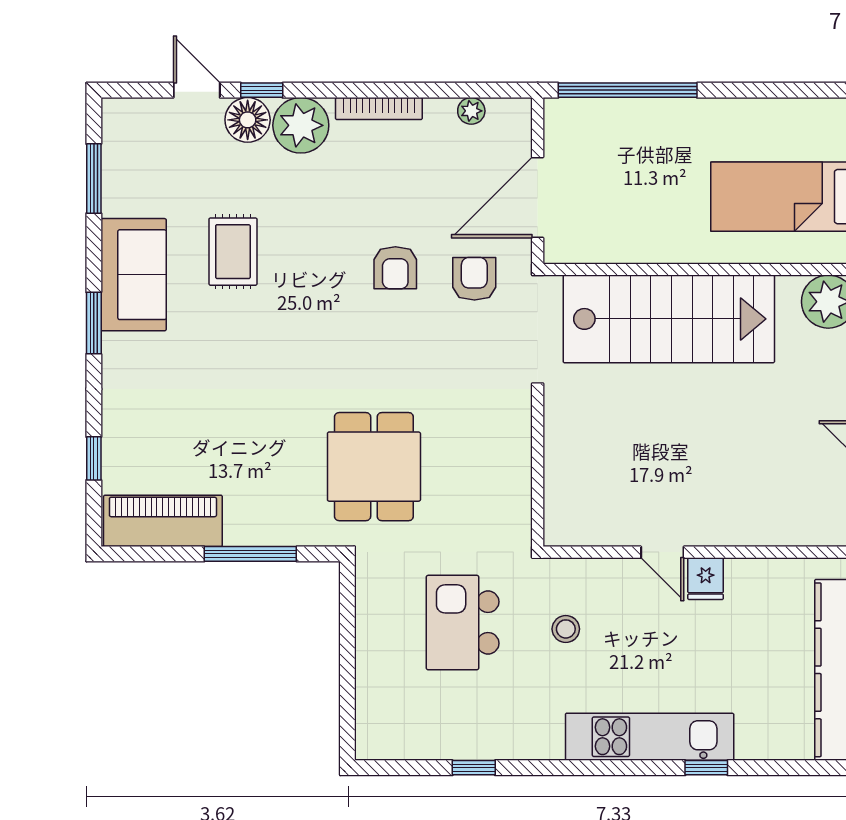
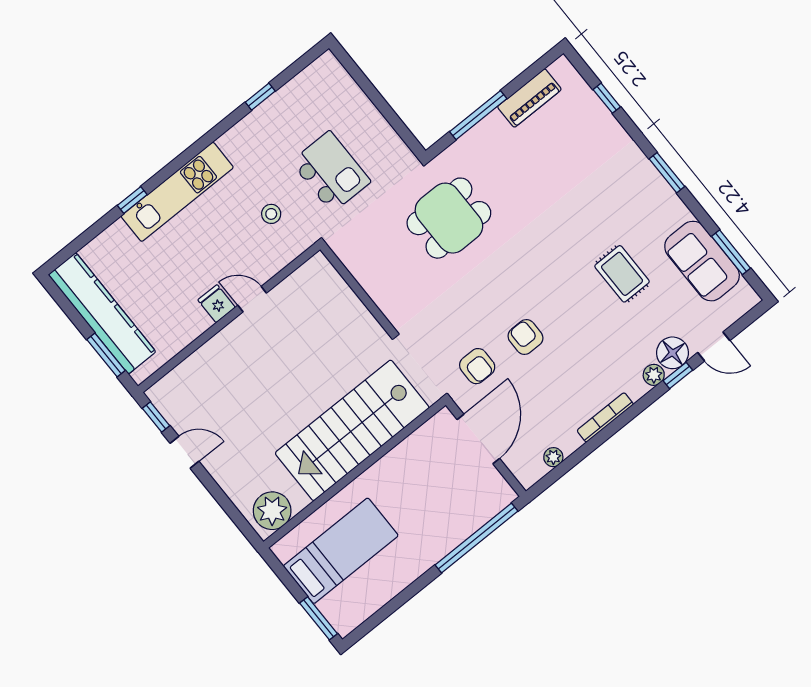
plant: (301, 125) -> (654, 375), width x0.53, depth x0.53
sofa: (134, 275) -> (702, 261), moved
dining table: (374, 467) -> (449, 218), turned 90
piano: (163, 521) -> (529, 98), width x0.73, depth x0.75

